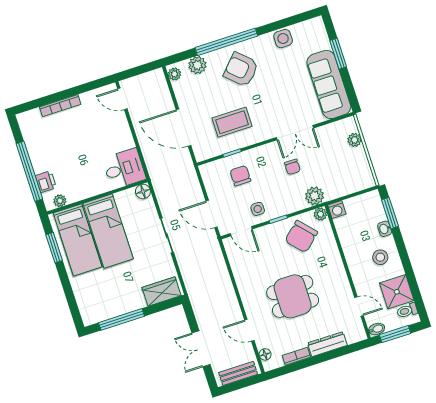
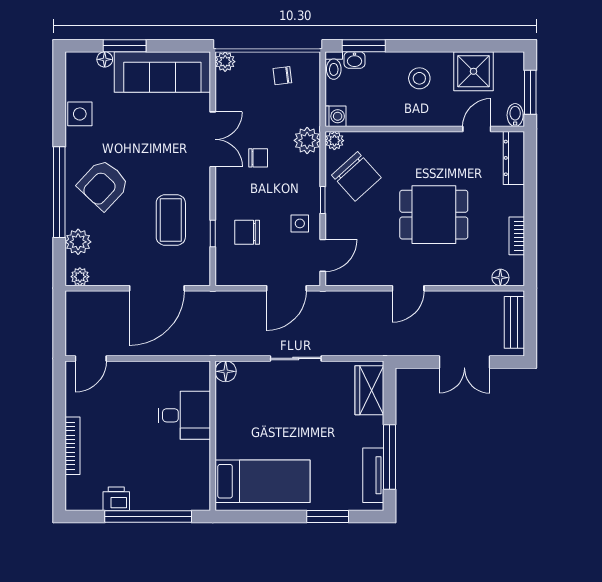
floor lamp: (325, 43) -> (105, 59), added
plant: (355, 140) -> (225, 62), moved
chair: (352, 165) -> (282, 76), added
desk: (124, 169) -> (184, 415), moved, turned 90
printer: (46, 182) -> (116, 499), moved
plant: (60, 201) -> (201, 488), removed
washbasin: (385, 229) -> (354, 60), moved
bed: (108, 231) -> (264, 436), removed
window: (54, 248) -> (328, 517), moved
dining table: (293, 296) -> (434, 215), turned 90
toilet: (407, 311) -> (334, 66), moved
tv unit: (106, 312) -> (373, 475), added
door: (249, 330) -> (408, 288), moved
dresser: (327, 344) -> (514, 158), moved

